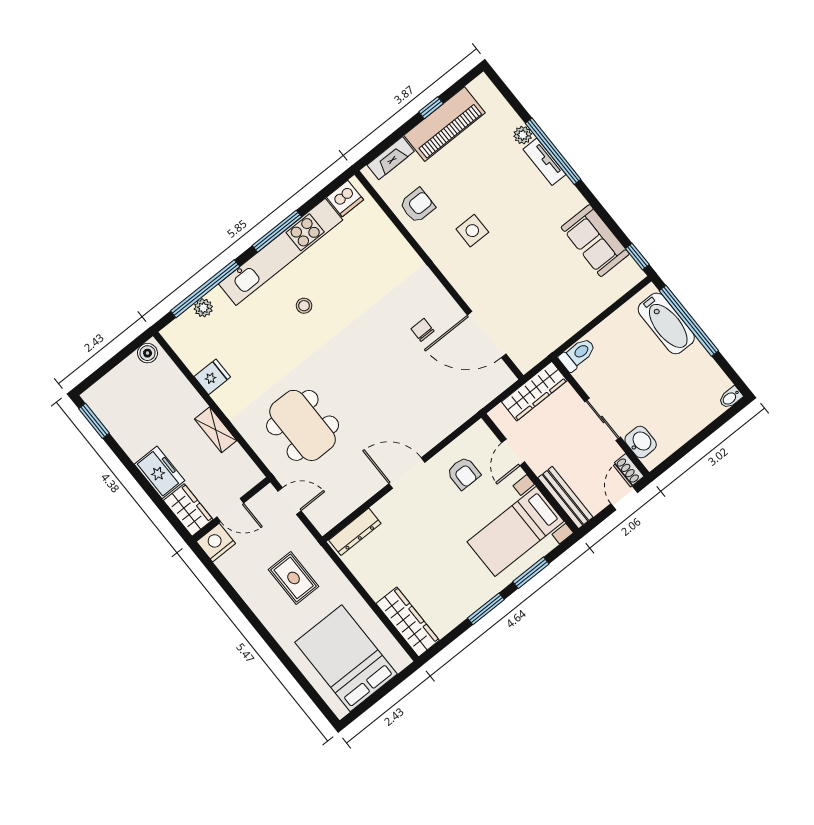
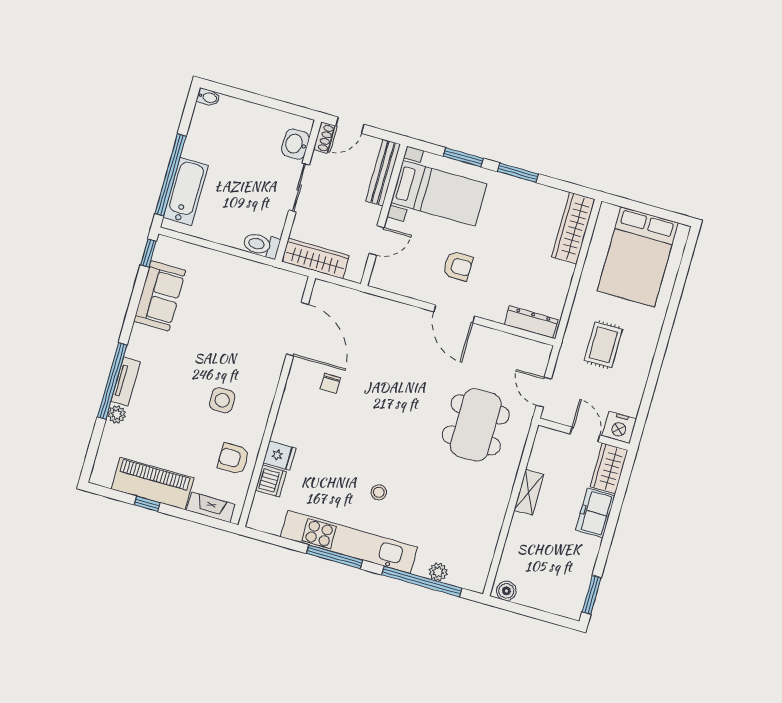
dishwasher: (345, 198) -> (271, 481), moved, turned 90
fridge: (212, 377) -> (279, 456), moved, turned 180
armchair: (464, 473) -> (458, 266), moved, turned 90

